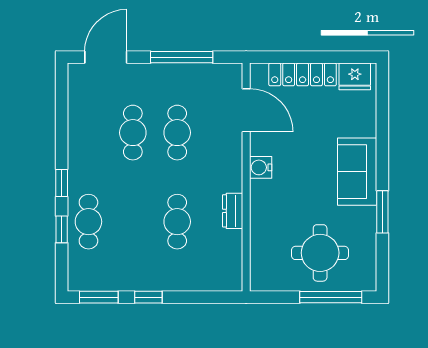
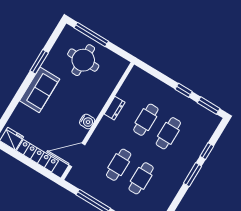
door: (246, 110) -> (77, 155), hinge flipped
window: (62, 183) -> (193, 175), width x1.50
cafe table: (88, 222) -> (168, 133), moved

